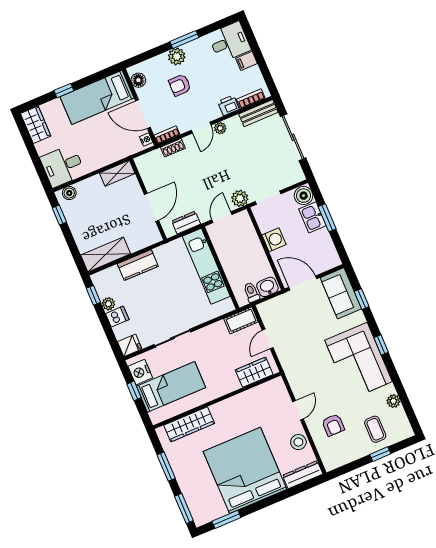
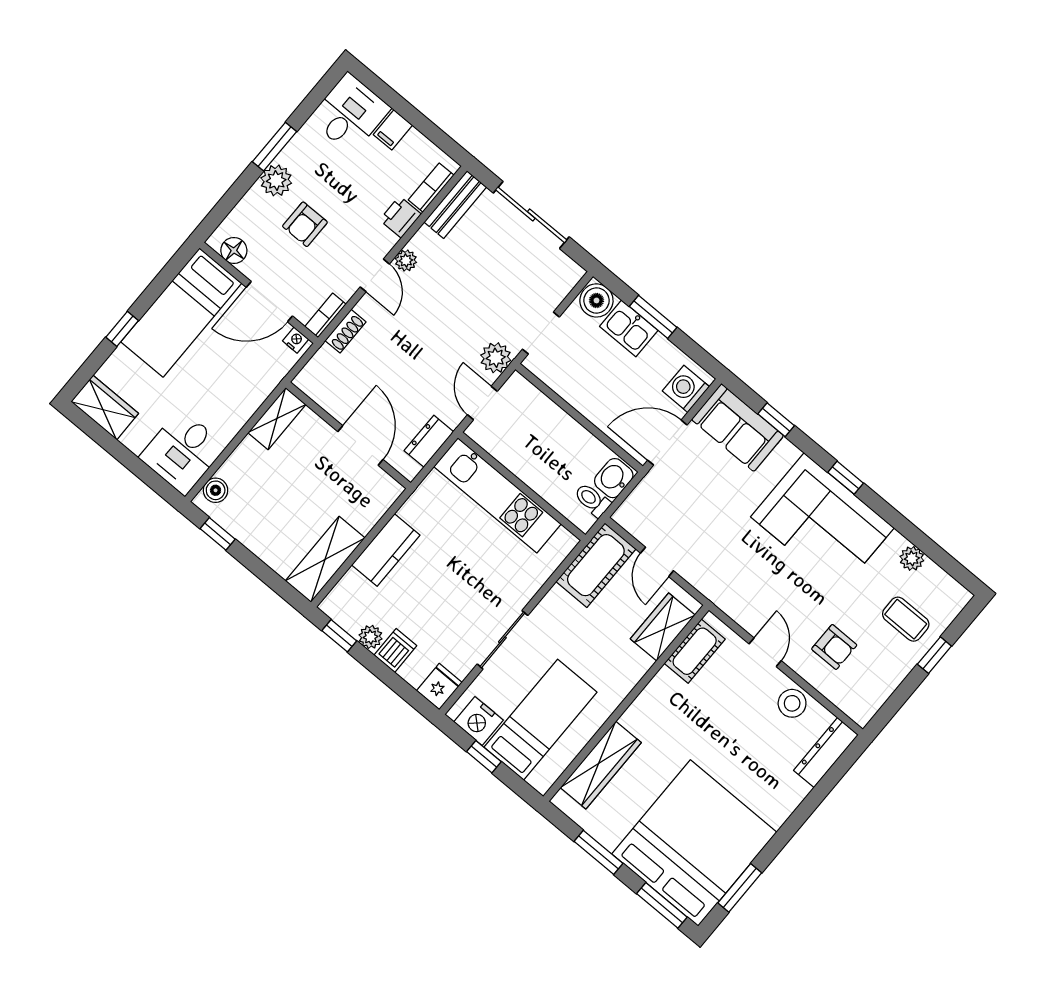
washing machine: (274, 240) -> (686, 389), moved, turned -90
cot: (241, 320) -> (596, 565), width x1.37, depth x1.34
cot: (264, 392) -> (695, 651), added
bed: (245, 470) -> (694, 843), moved, turned 90

